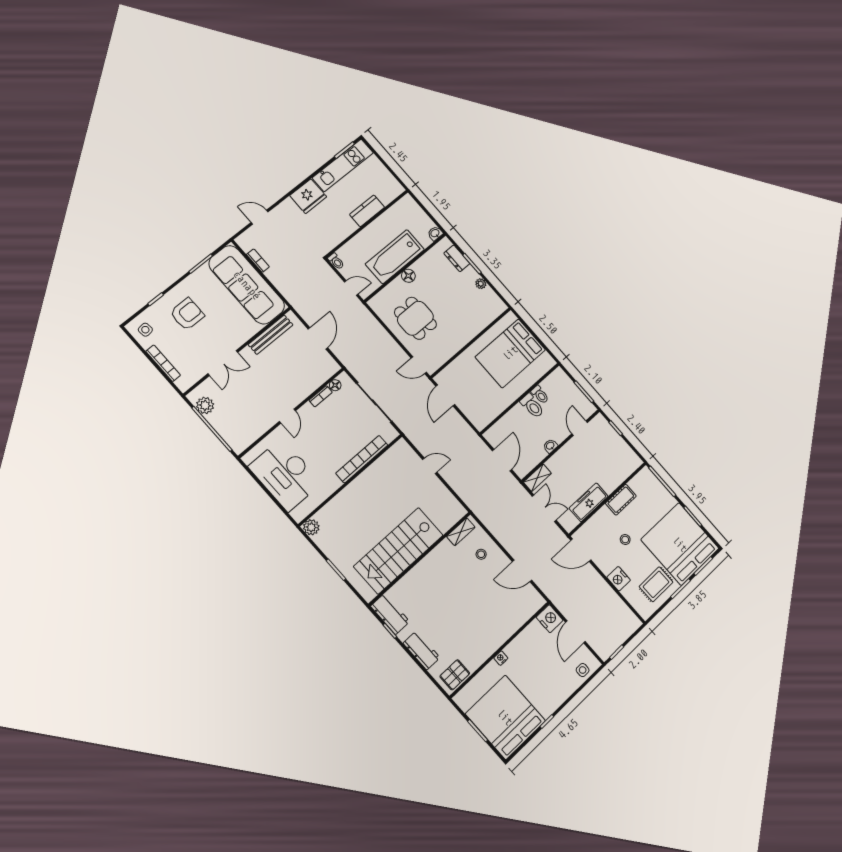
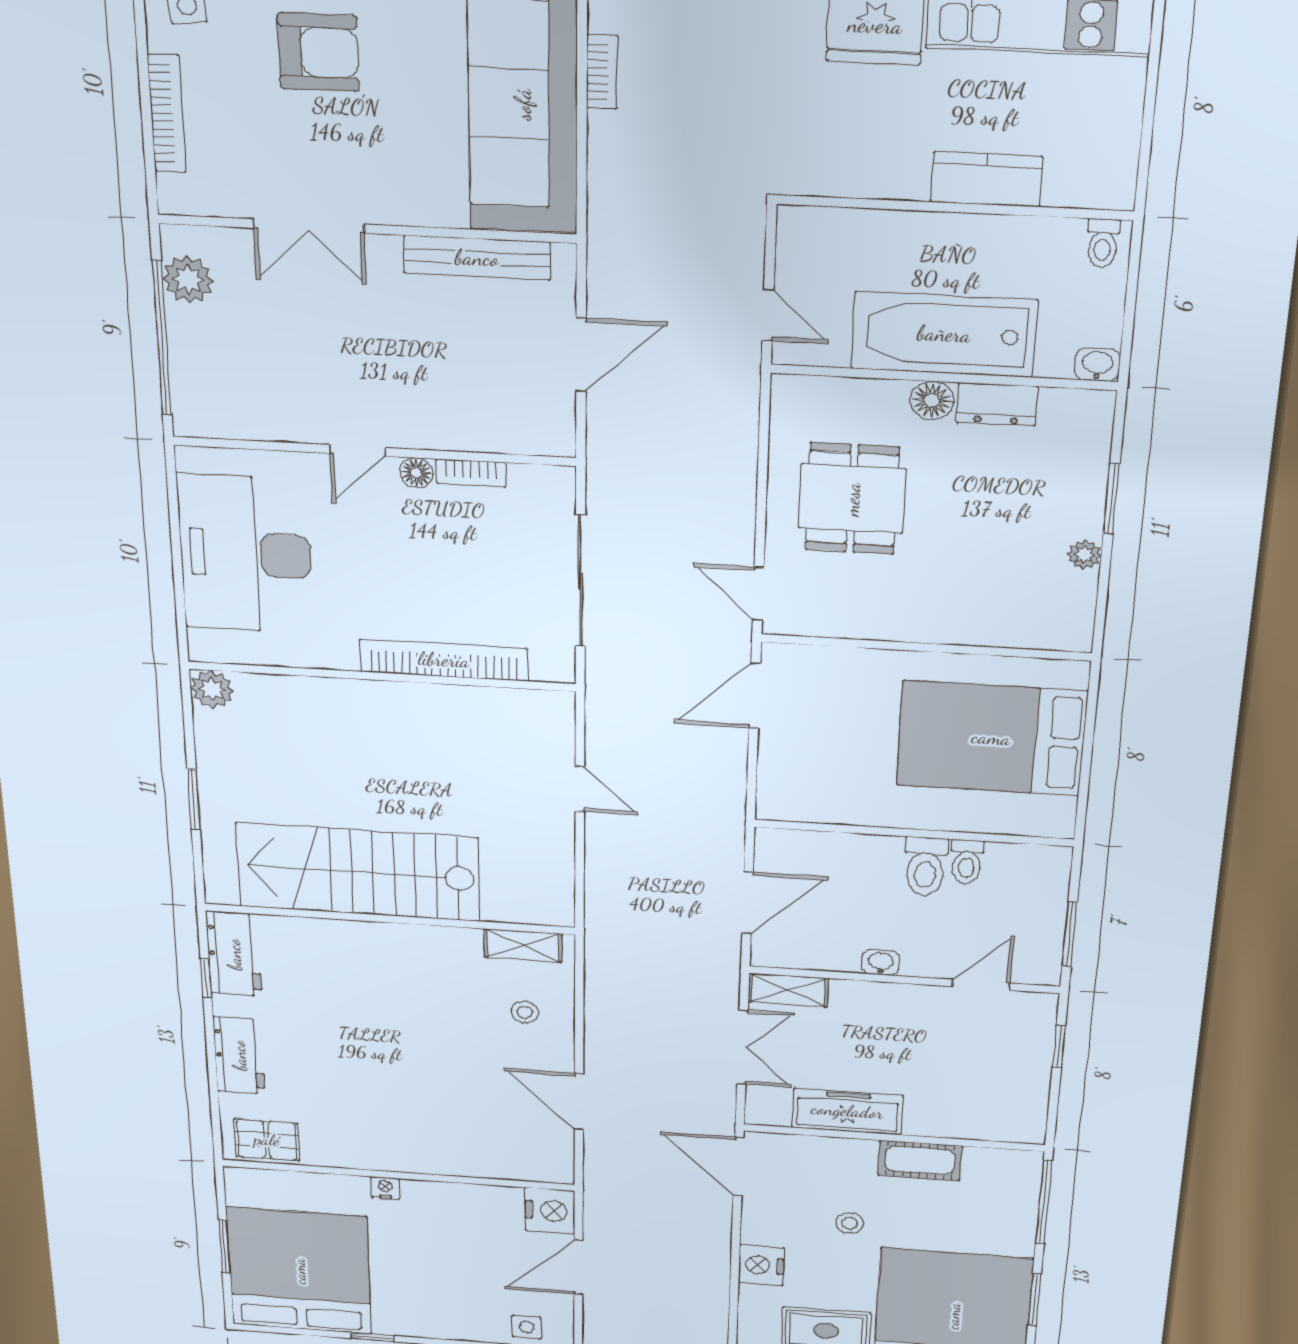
dresser: (457, 258) -> (997, 404), moved, turned -90
toilet: (336, 261) -> (1103, 243), moved
floor lamp: (335, 385) -> (416, 473), moved

